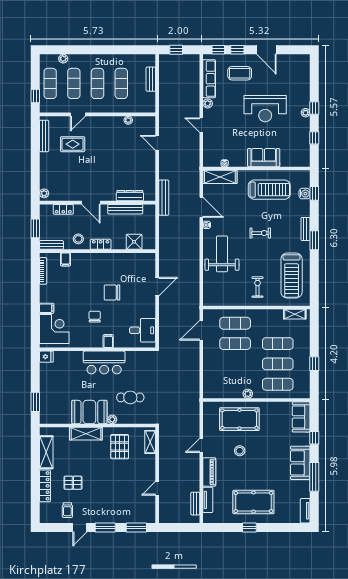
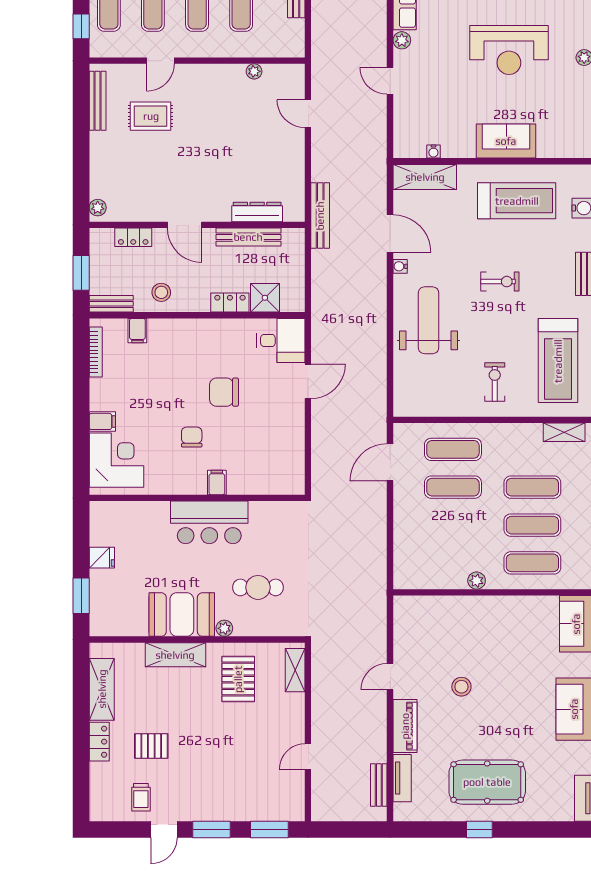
locker: (101, 244) -> (230, 303), moved
desk: (143, 330) -> (281, 340), moved
fridge: (46, 357) -> (102, 558), moved
pool table: (239, 419) -> (461, 628), removed
locker: (45, 486) -> (99, 742), width x0.66

